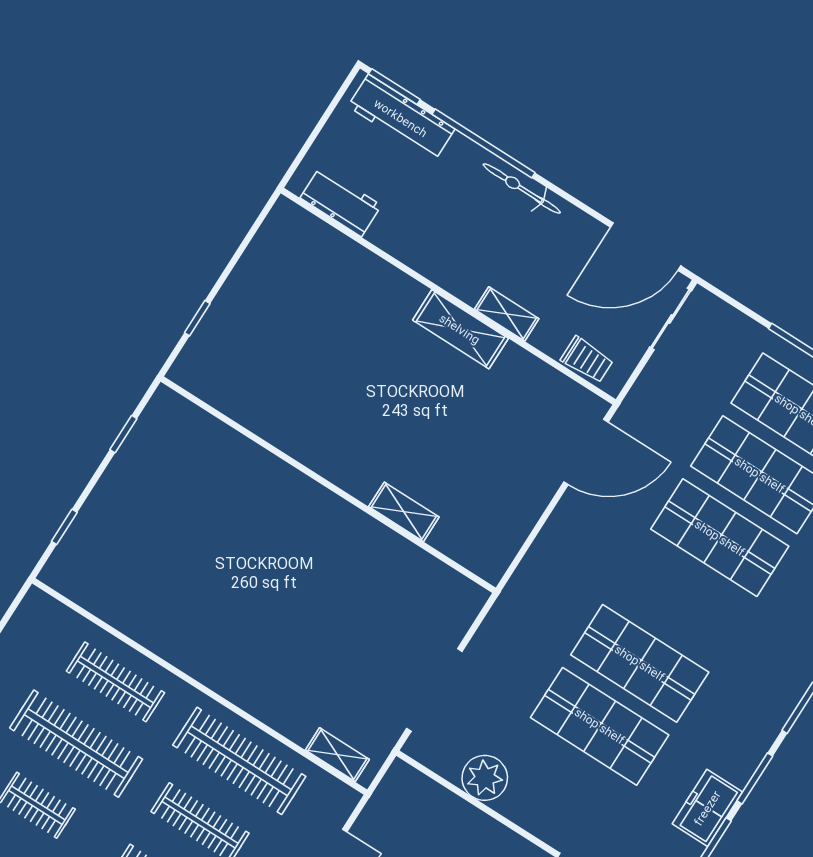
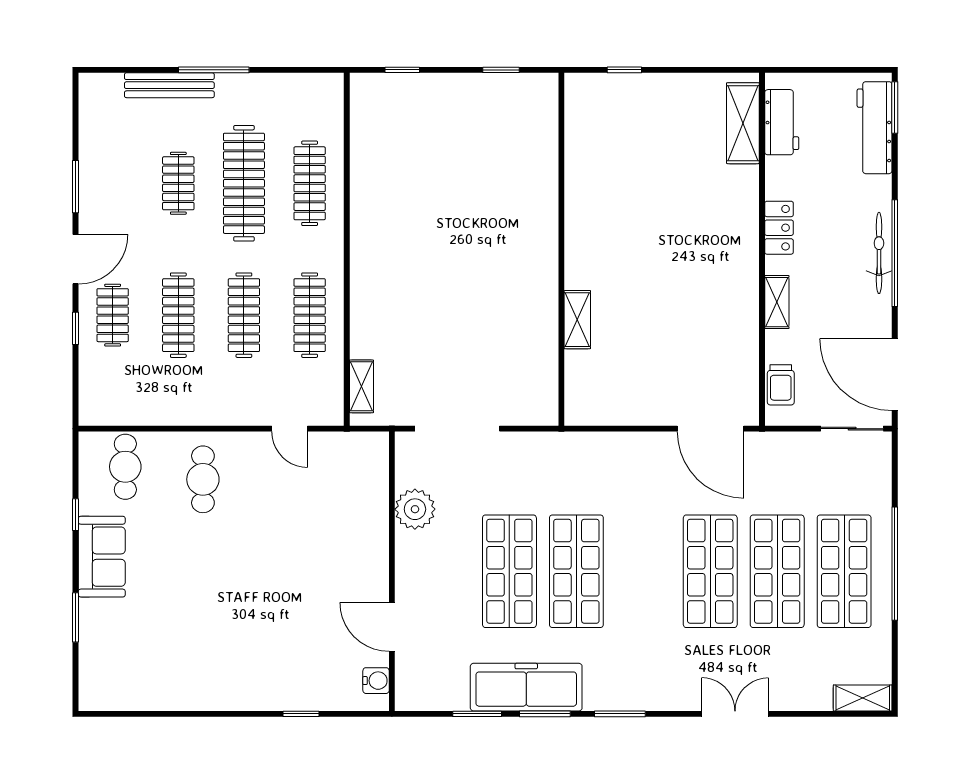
window: (483, 143) -> (895, 253), moved
locker: (438, 267) -> (779, 228), added
shelving: (460, 329) -> (743, 123), moved
clothes rail: (239, 761) -> (310, 315), width x0.73, depth x0.76
freezer: (707, 808) -> (526, 687), width x1.91, depth x1.26

